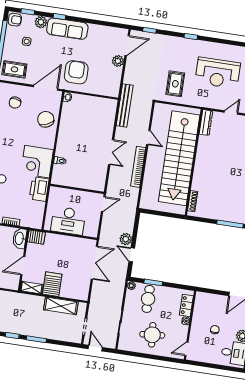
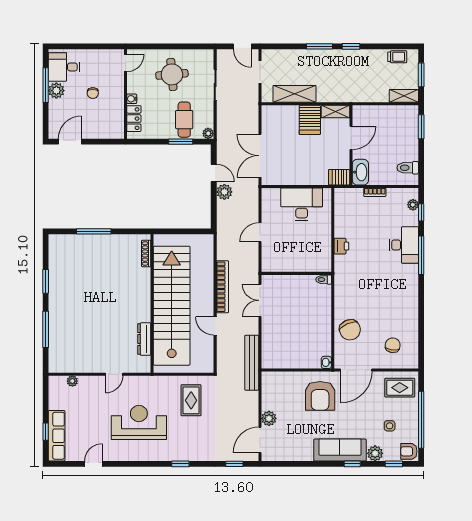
dresser: (206, 123) -> (144, 339), moved
corner desk: (37, 162) -> (353, 274), removed
printer: (39, 189) -> (341, 246), width x0.53, depth x0.68
wall: (77, 189) -> (296, 273), moved

